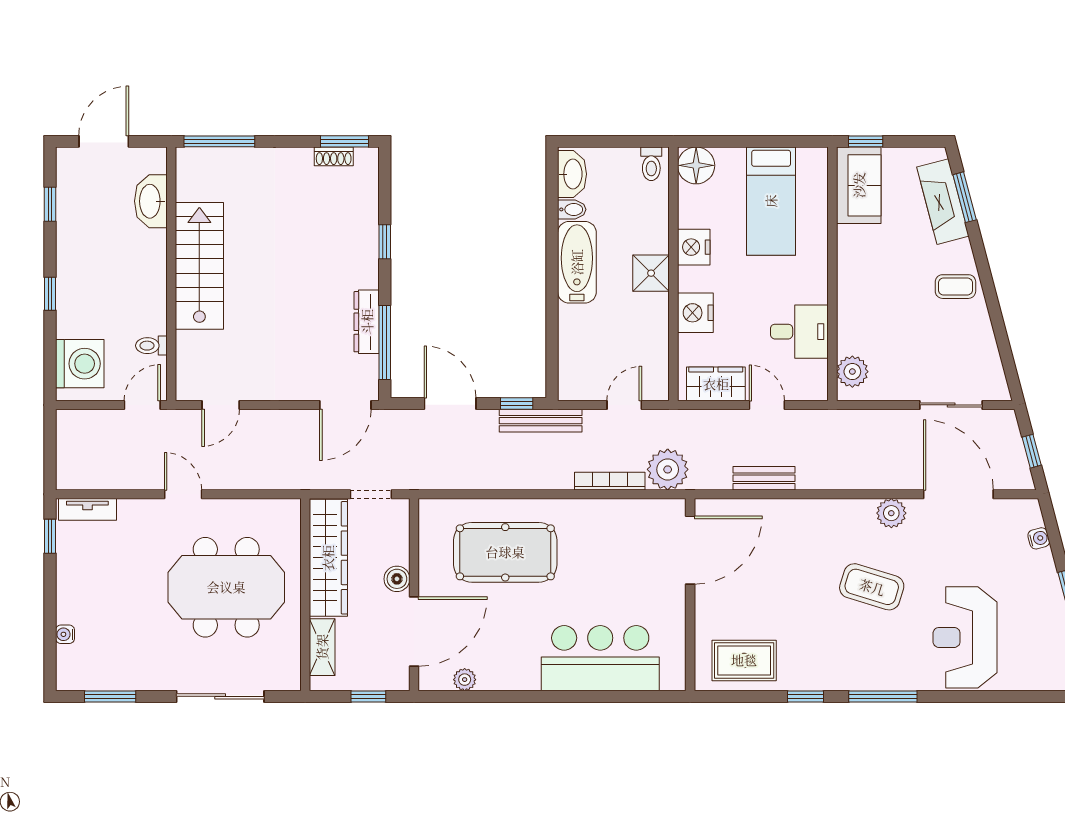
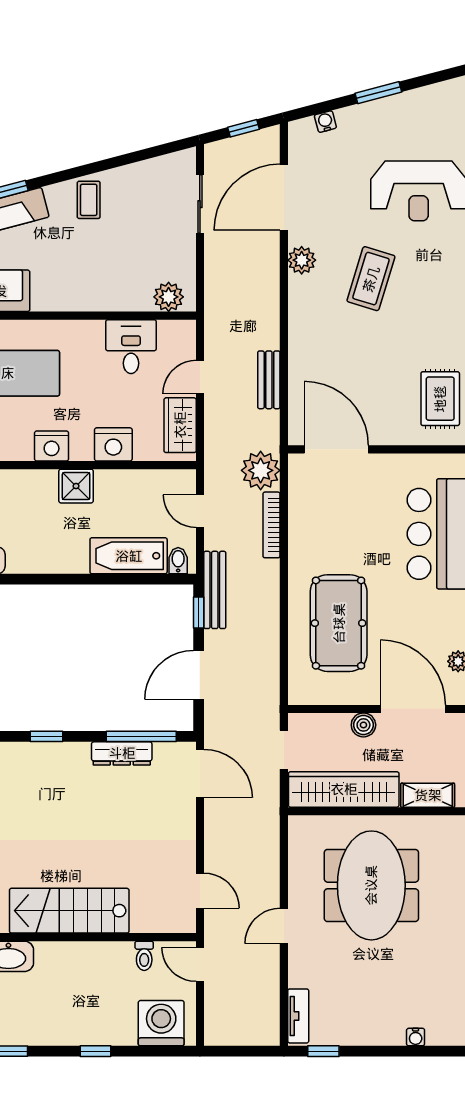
bidet: (572, 209) -> (178, 561), moved
bathtub: (577, 262) -> (129, 556), moved

